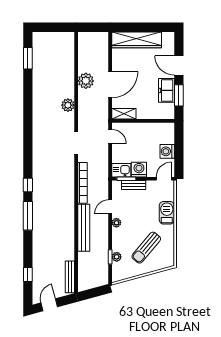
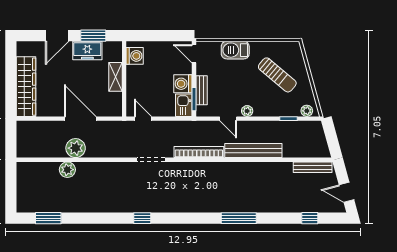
plant: (68, 105) -> (67, 170), moved
shelving: (124, 114) -> (115, 77), moved
door: (110, 137) -> (143, 119), hinge flipped
washing machine: (167, 151) -> (135, 56), moved, turned -90
window: (28, 185) -> (142, 218), moved
plant: (117, 257) -> (307, 111), moved

